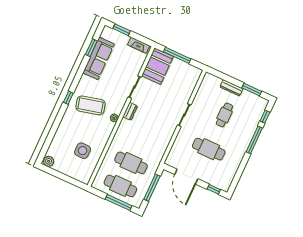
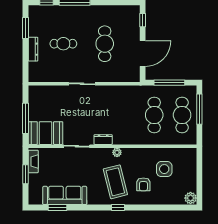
window: (122, 30) -> (26, 174), moved
armchair: (78, 128) -> (143, 184), added

